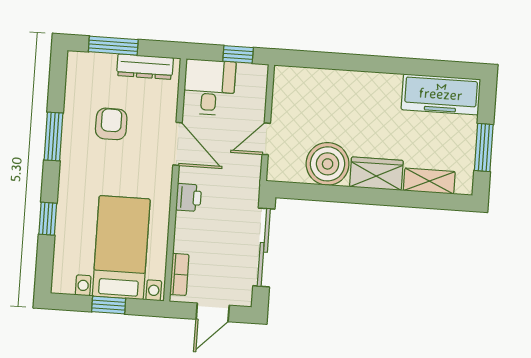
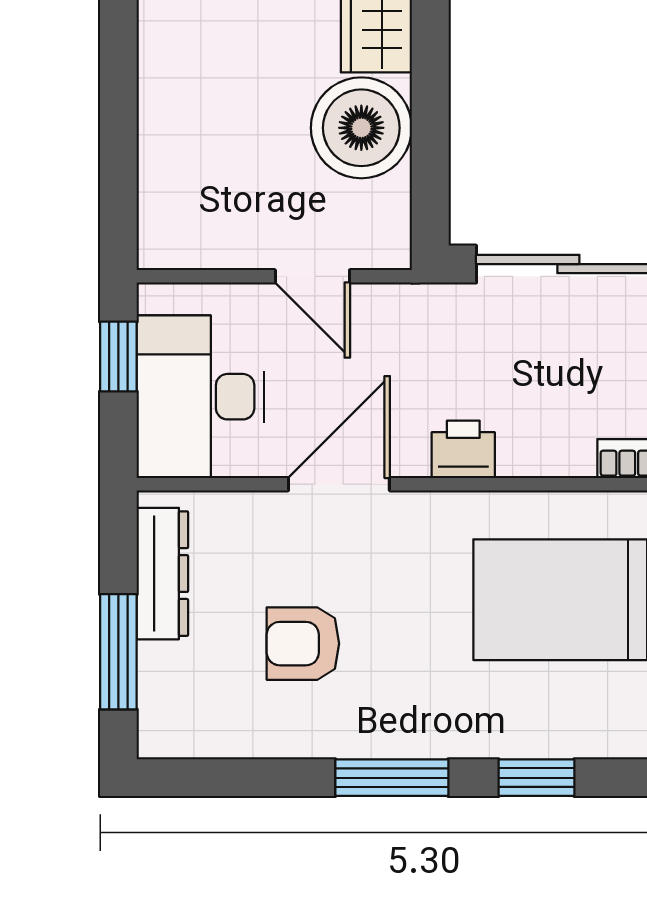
desk: (209, 87) -> (201, 397), width x1.37
window: (53, 137) -> (392, 778), moved

